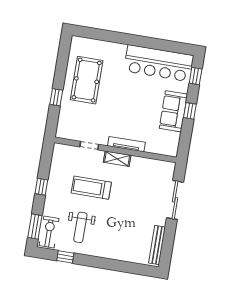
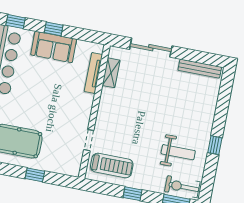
tv unit: (126, 144) -> (93, 73), moved
shelving: (117, 159) -> (111, 73), moved
treadmill: (91, 188) -> (112, 165), moved, turned -90
window: (65, 257) -> (215, 145), moved

